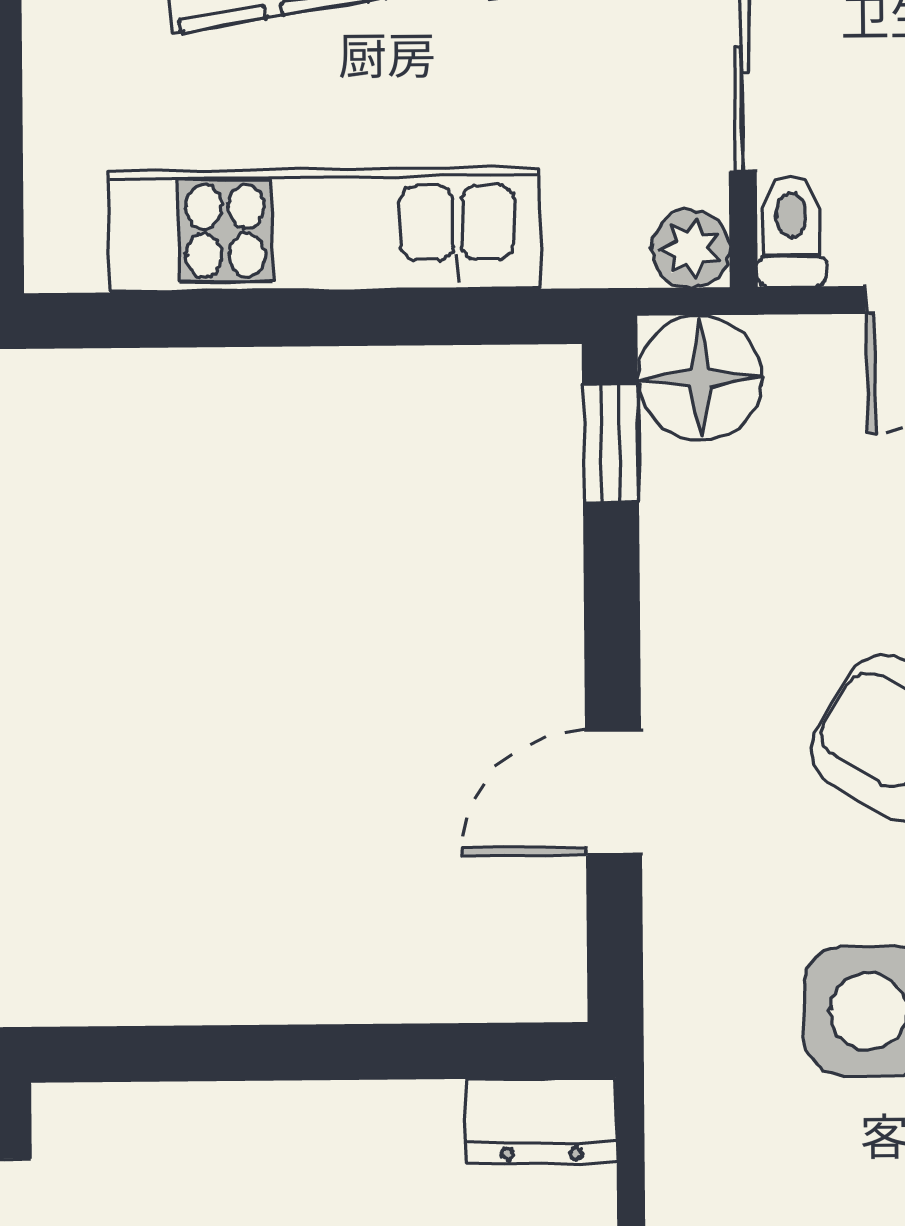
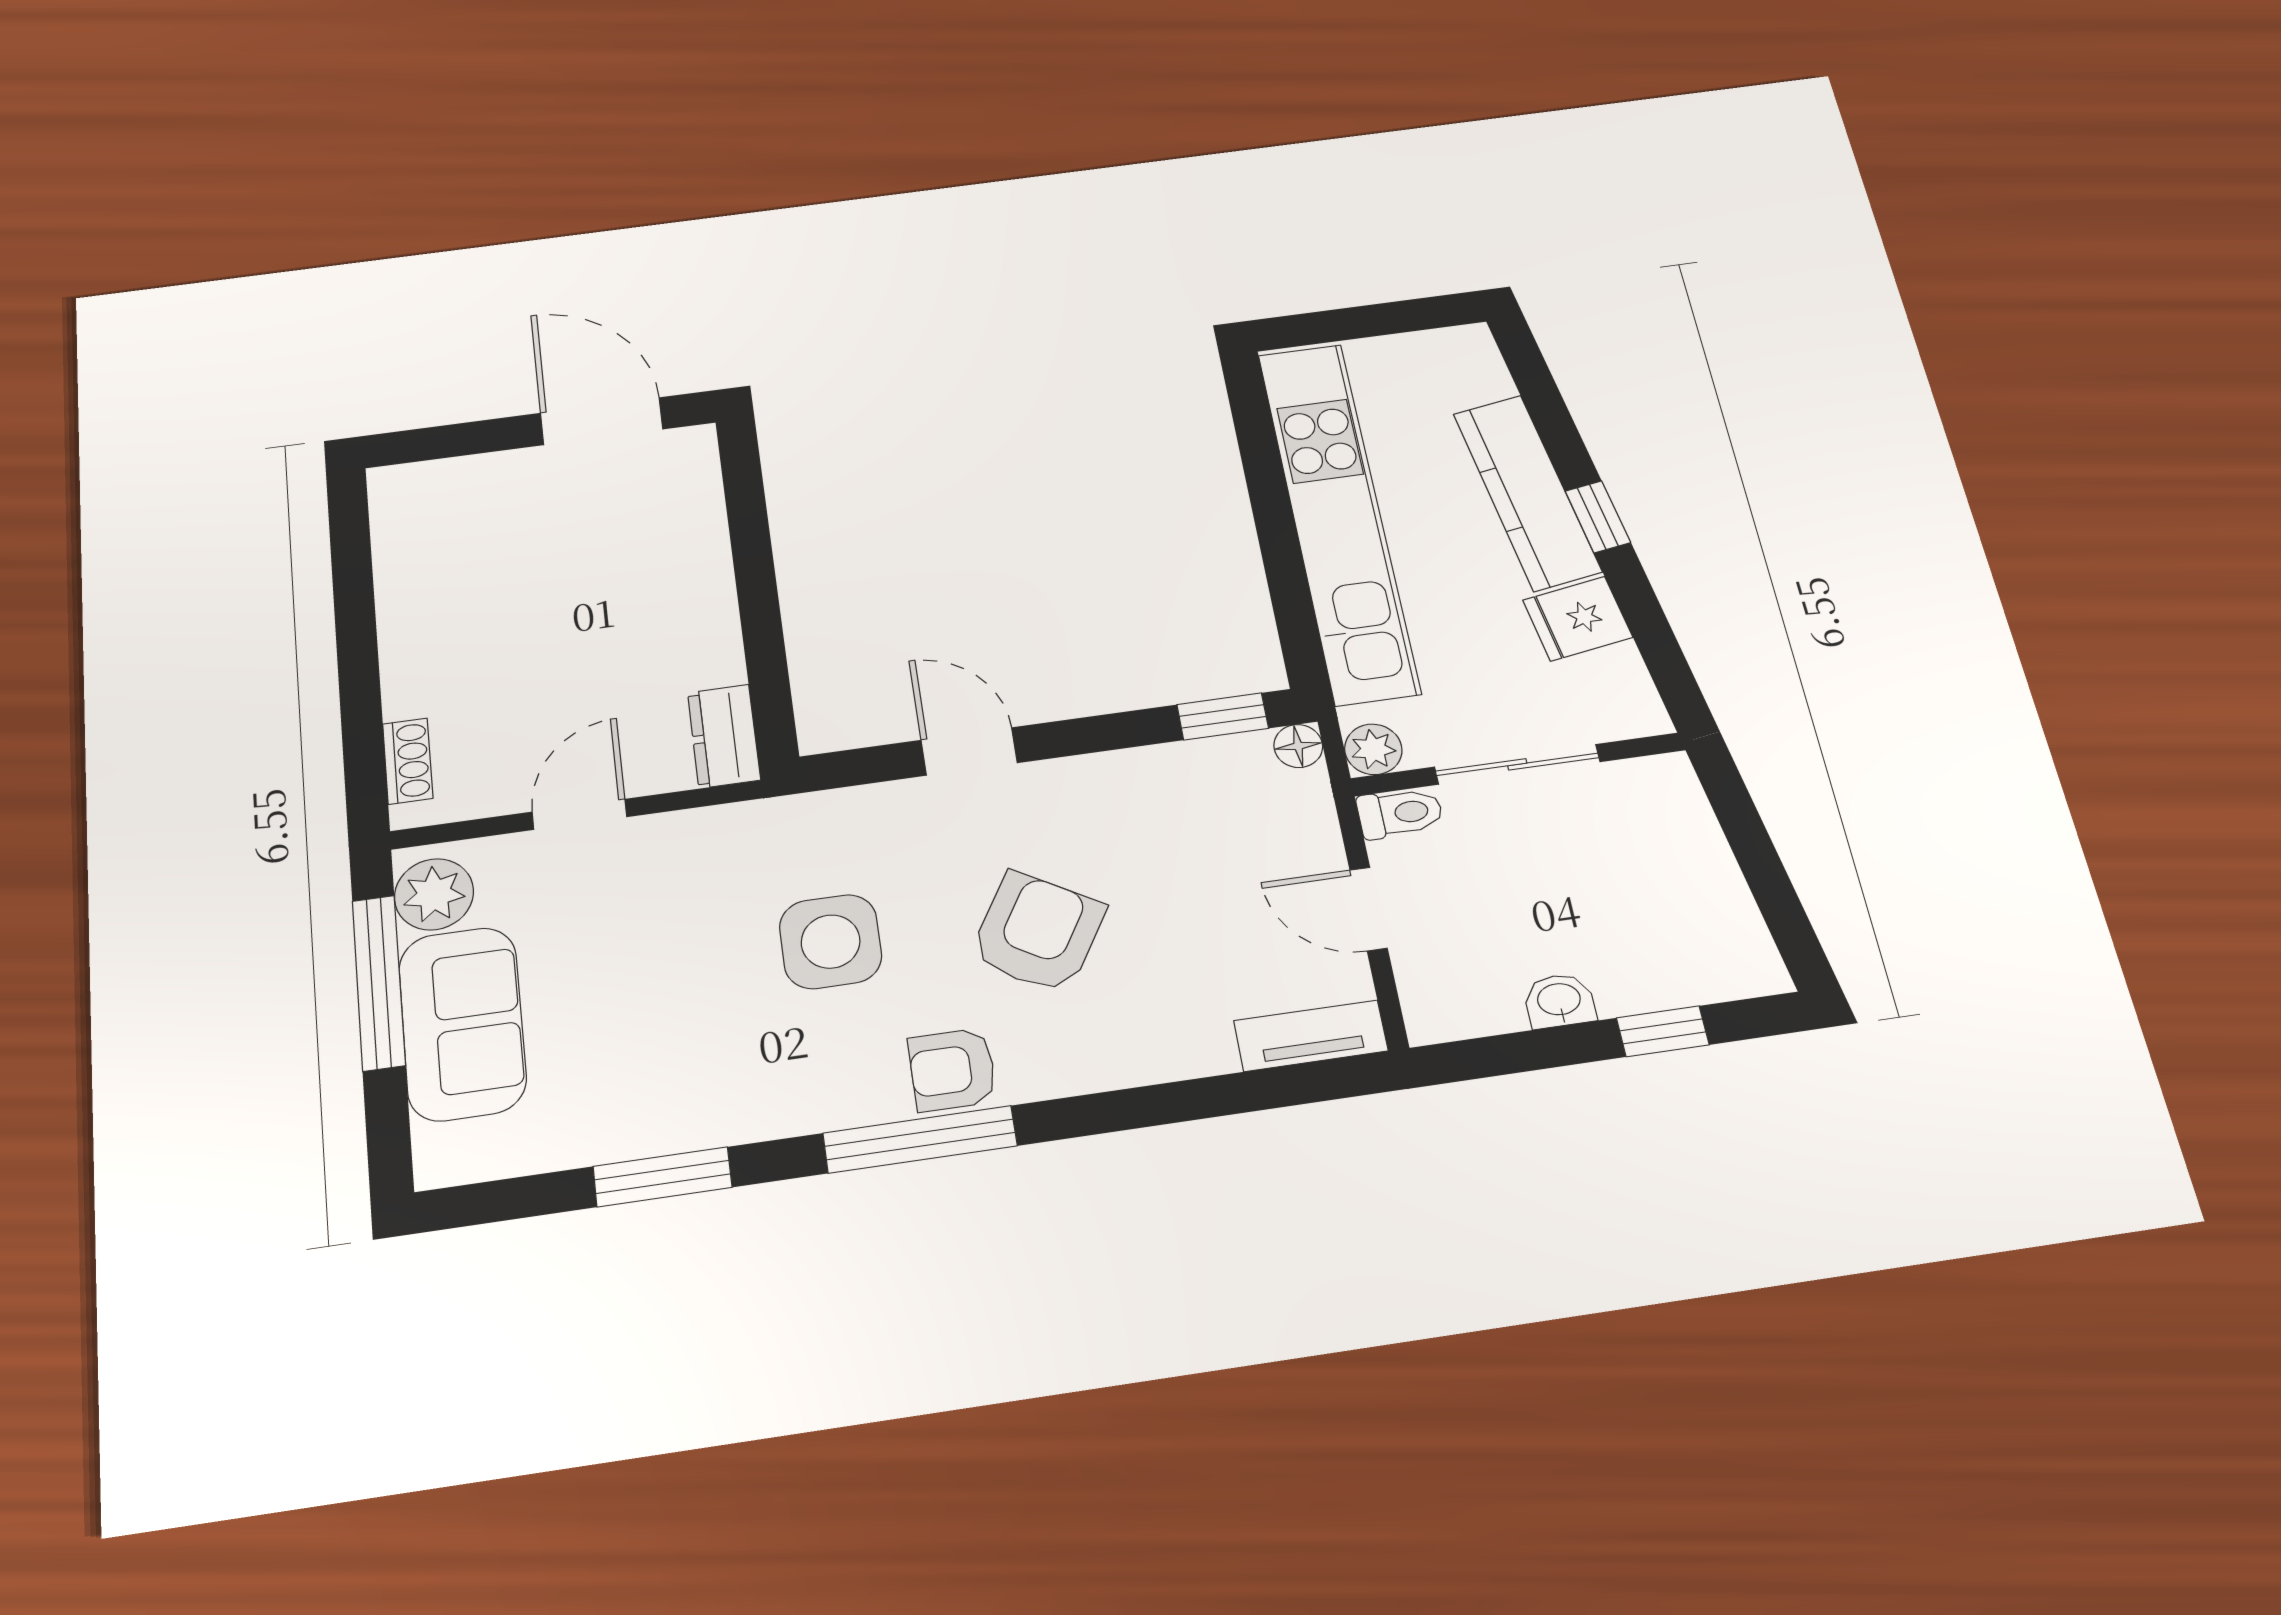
kitchen unit: (324, 230) -> (1338, 521), width x1.36
floor lamp: (700, 378) -> (1298, 746), width x0.53, depth x0.53

